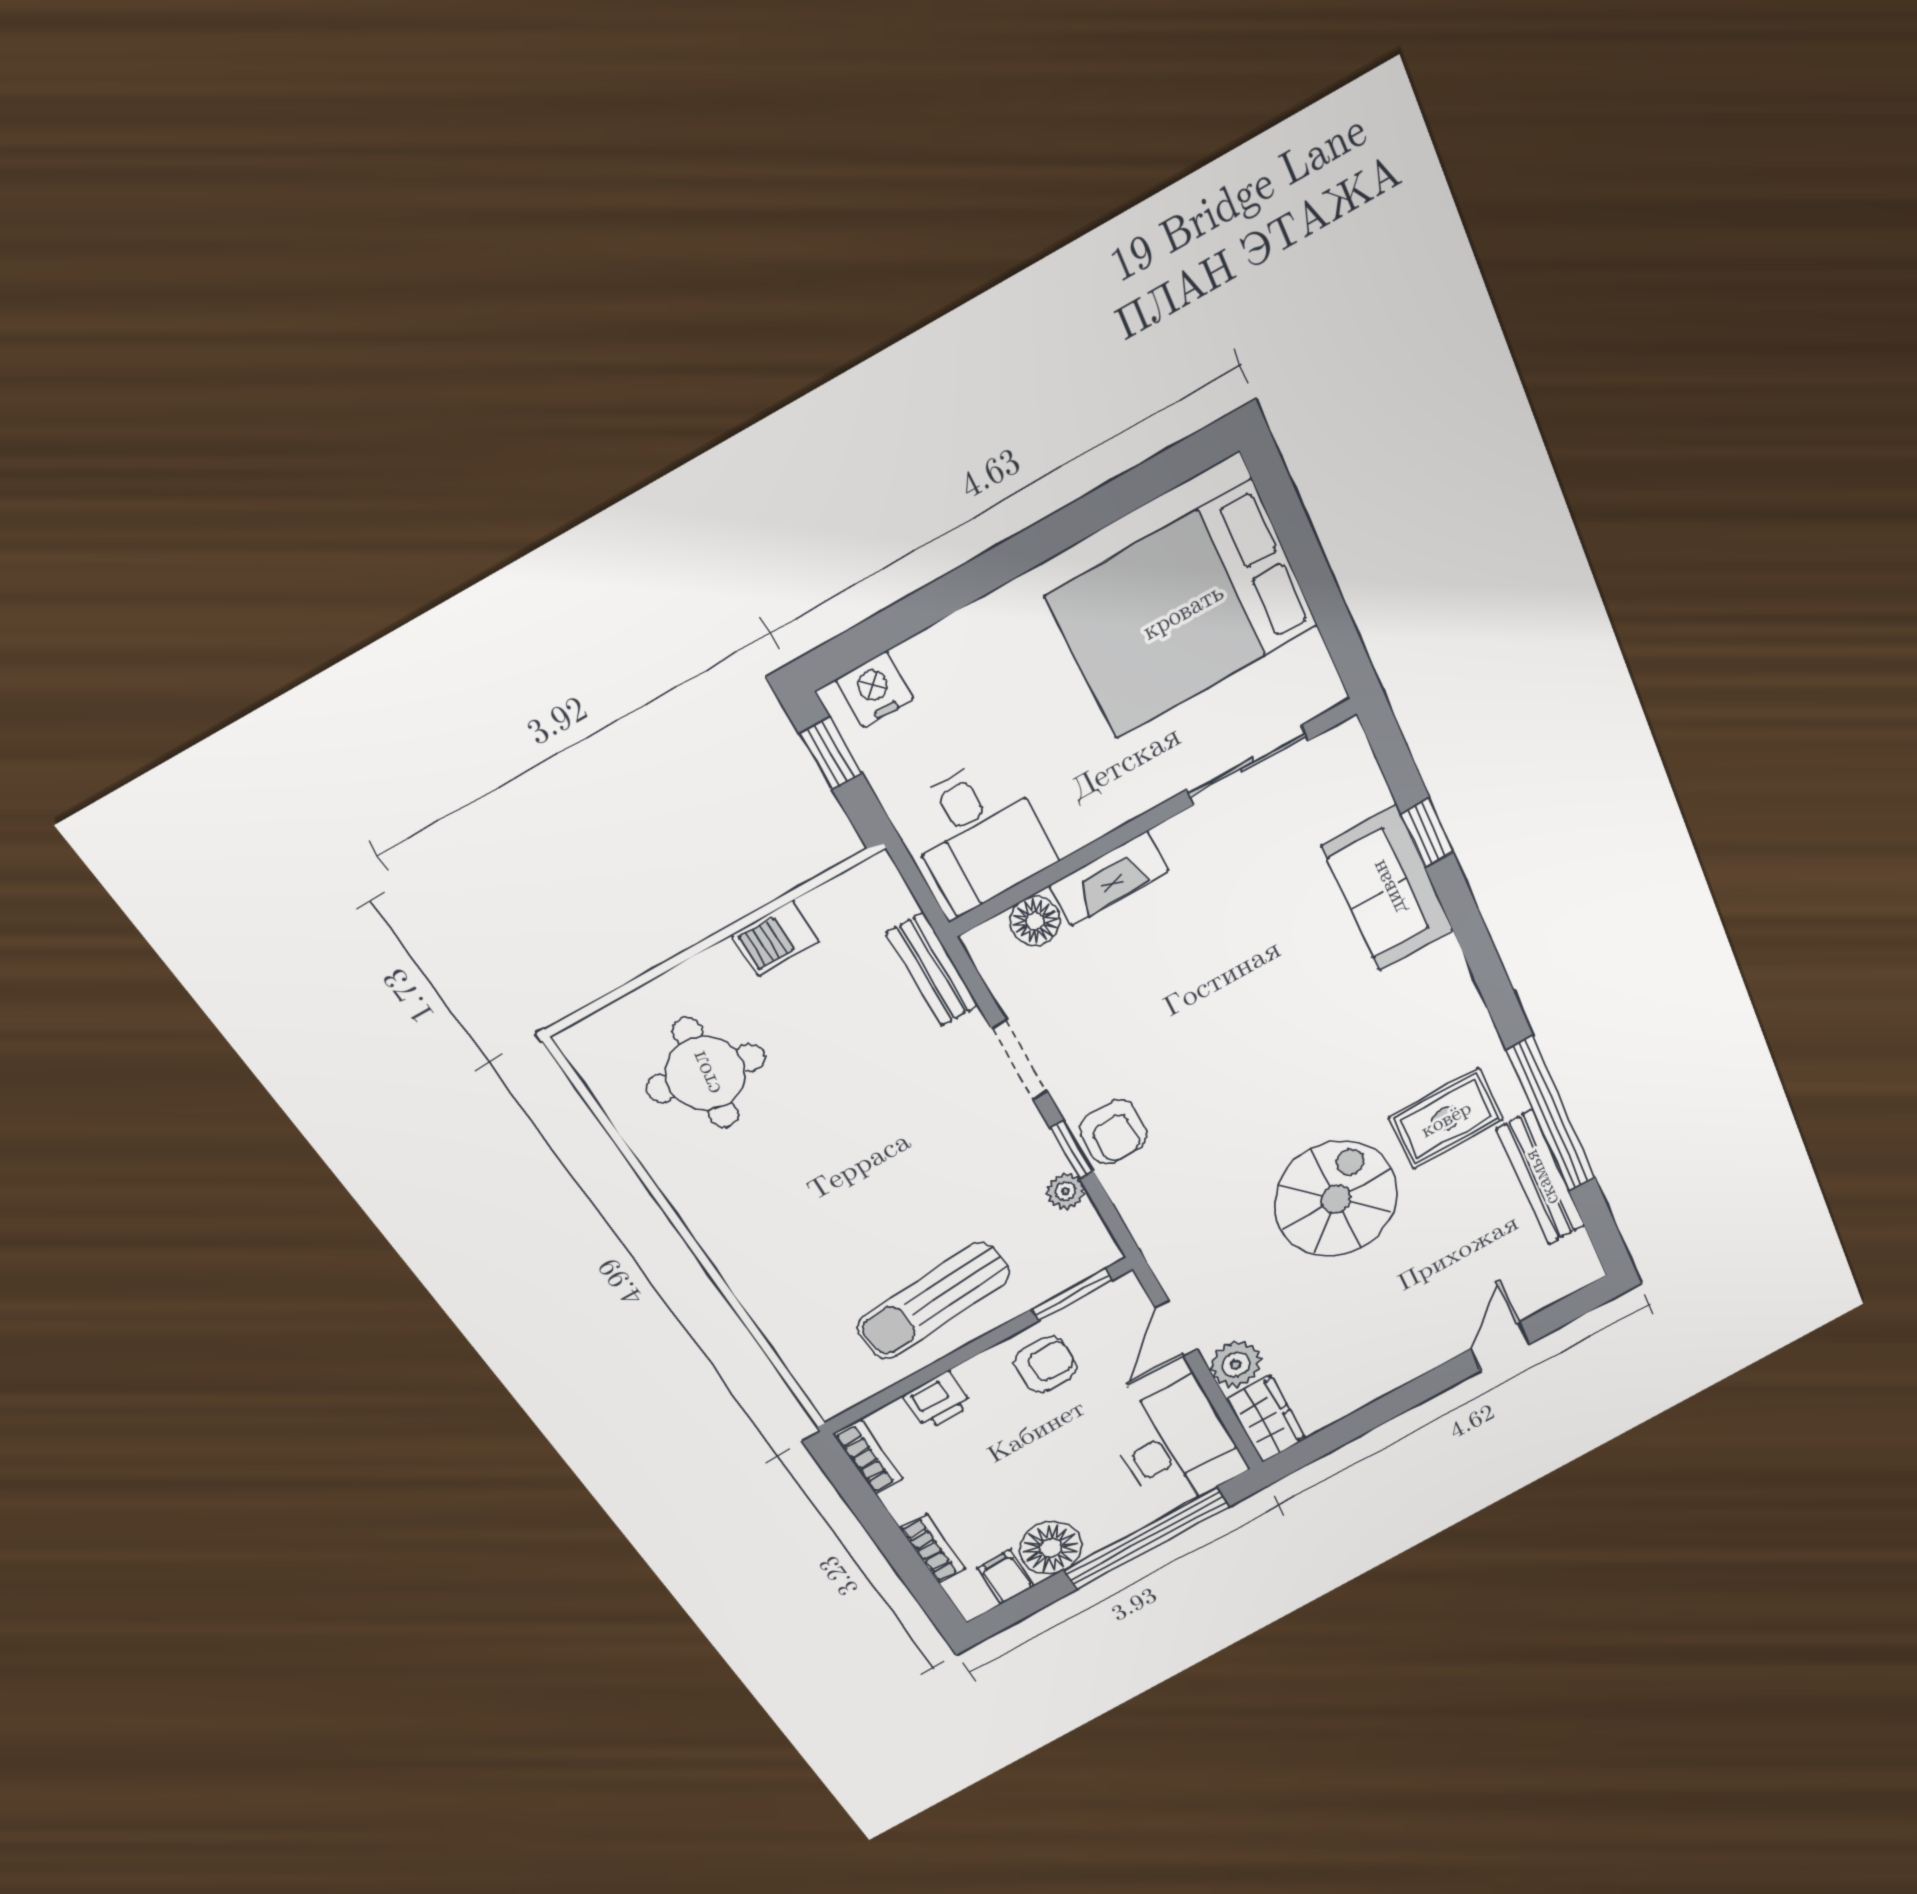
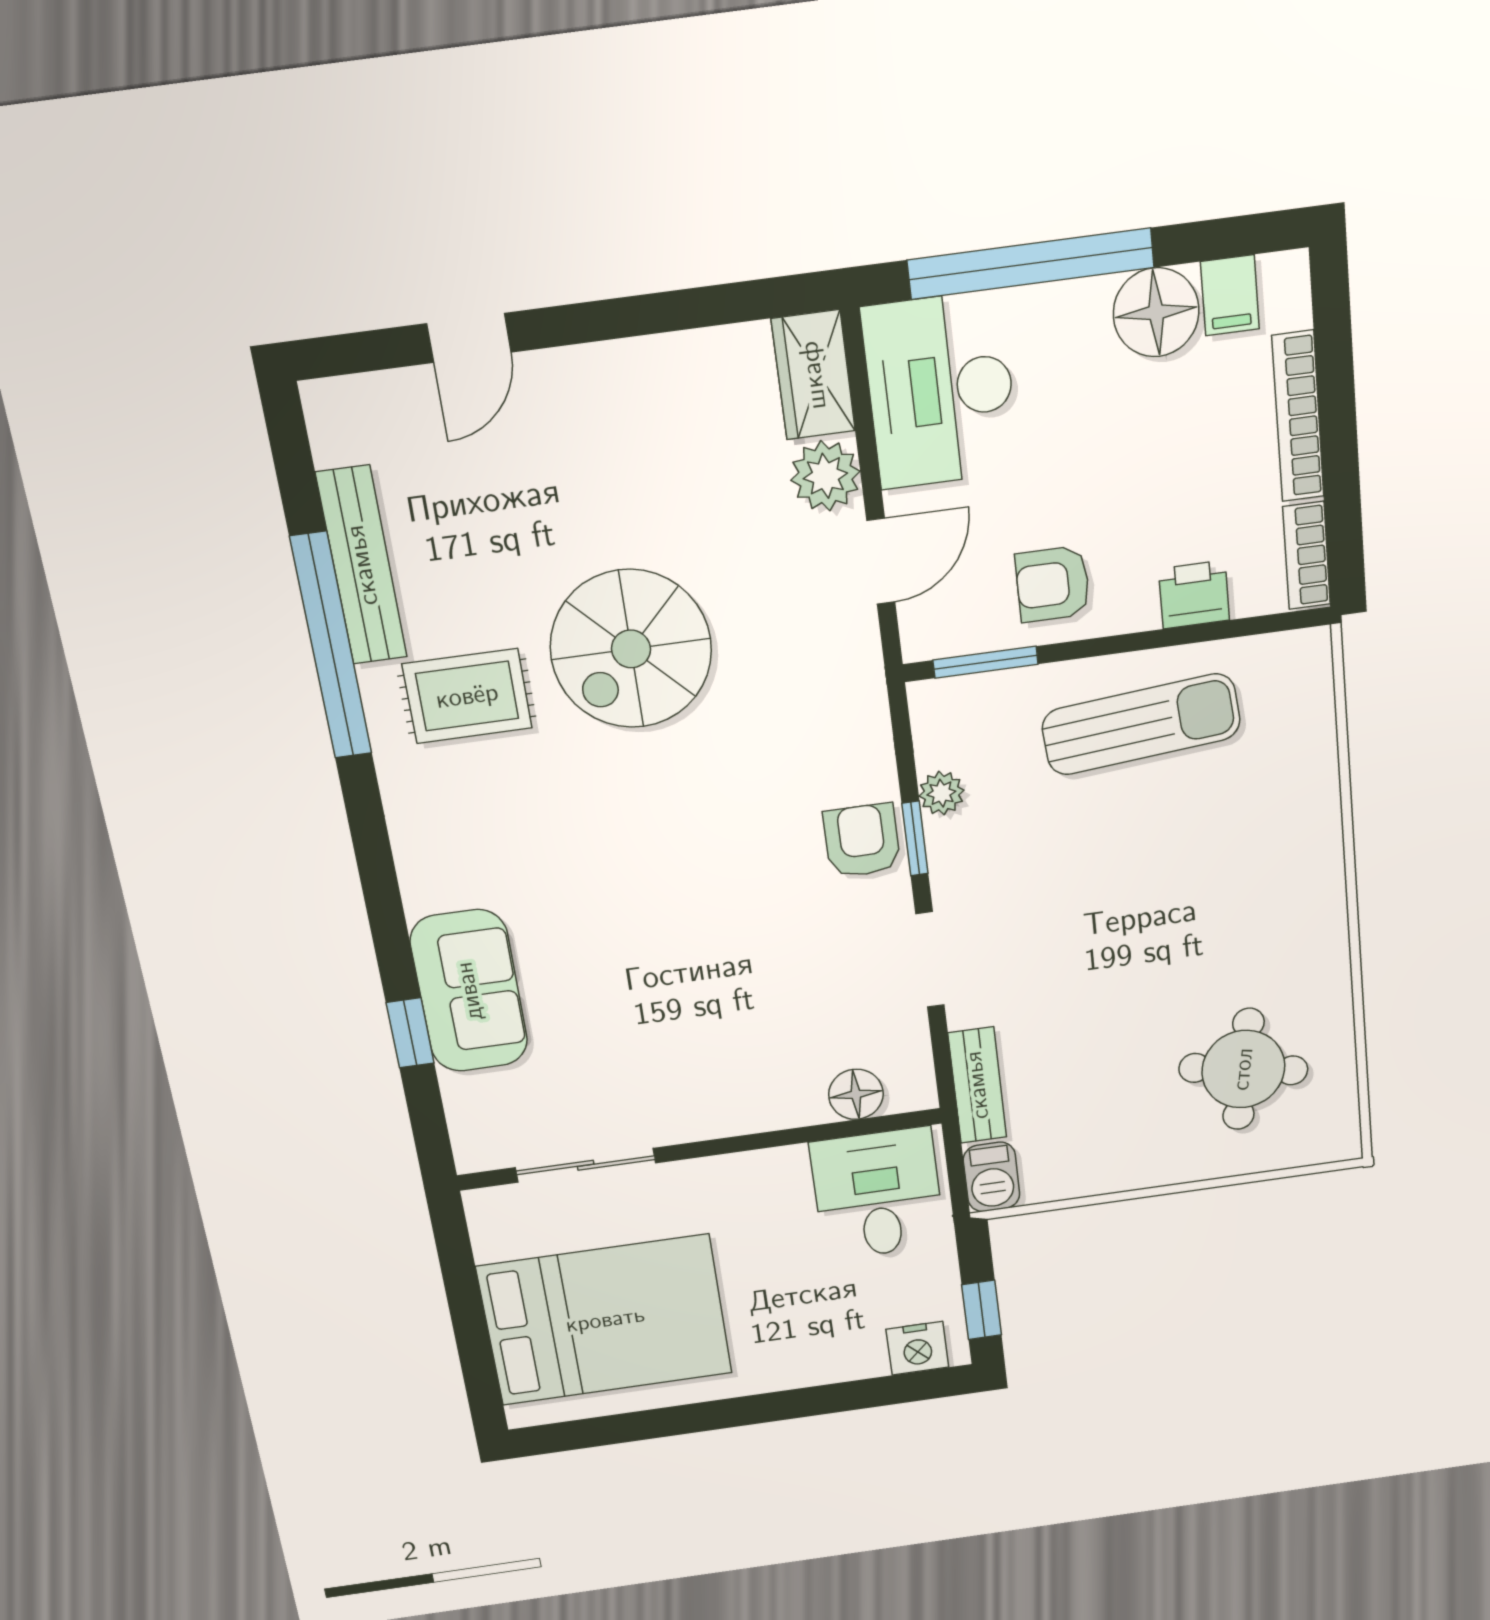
fireplace: (1109, 878) -> (765, 1108), removed
barbecue: (775, 938) -> (992, 1177), moved, turned 90
bookcase: (933, 1549) -> (1298, 416), width x1.56

